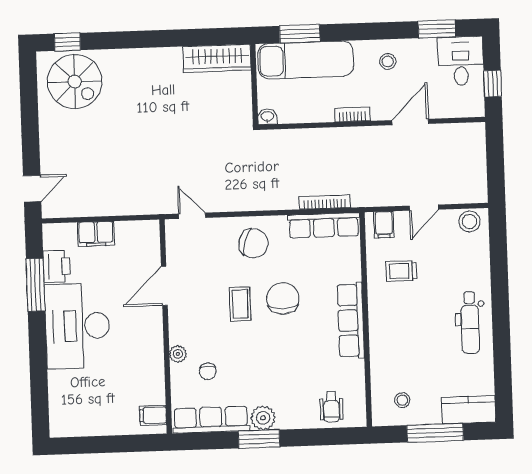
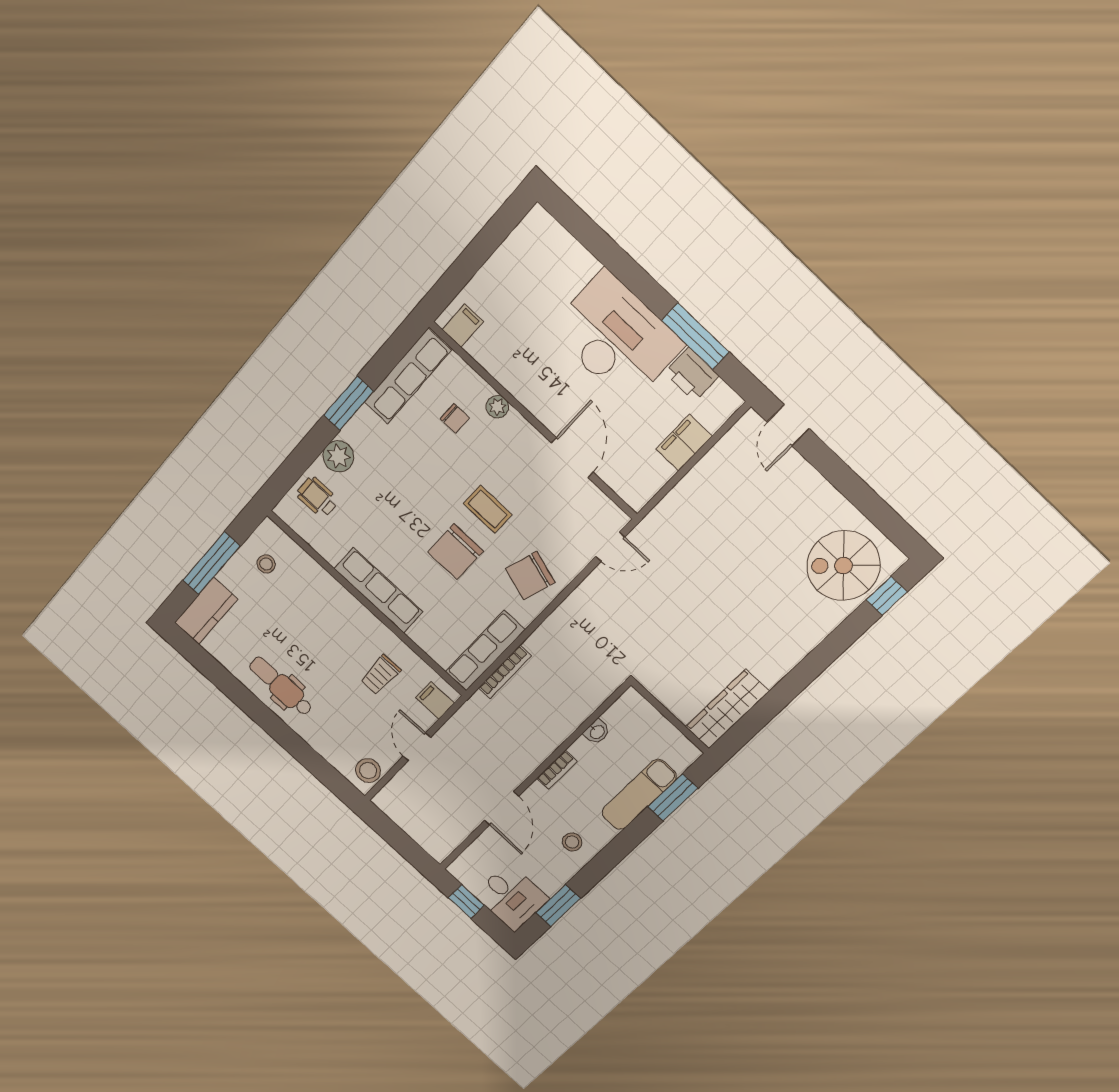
exam couch: (306, 60) -> (639, 795), width x0.73, depth x0.69
washbasin: (267, 117) -> (597, 732), moved
trolley: (401, 271) -> (380, 675), turned 180
chair: (283, 298) -> (455, 552), turned 90
chair: (208, 371) -> (455, 418), turned 180
plant: (263, 418) -> (338, 456), moved

